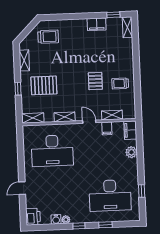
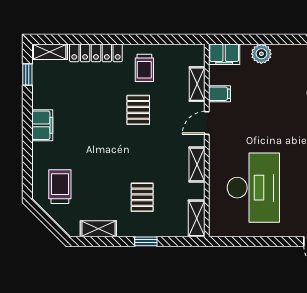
filing cabinet: (97, 24) -> (42, 125), moved
locker: (128, 55) -> (96, 53), added
pallet: (95, 81) -> (138, 110), turned 90
pallet: (44, 85) -> (142, 197), width x0.67, depth x0.71

